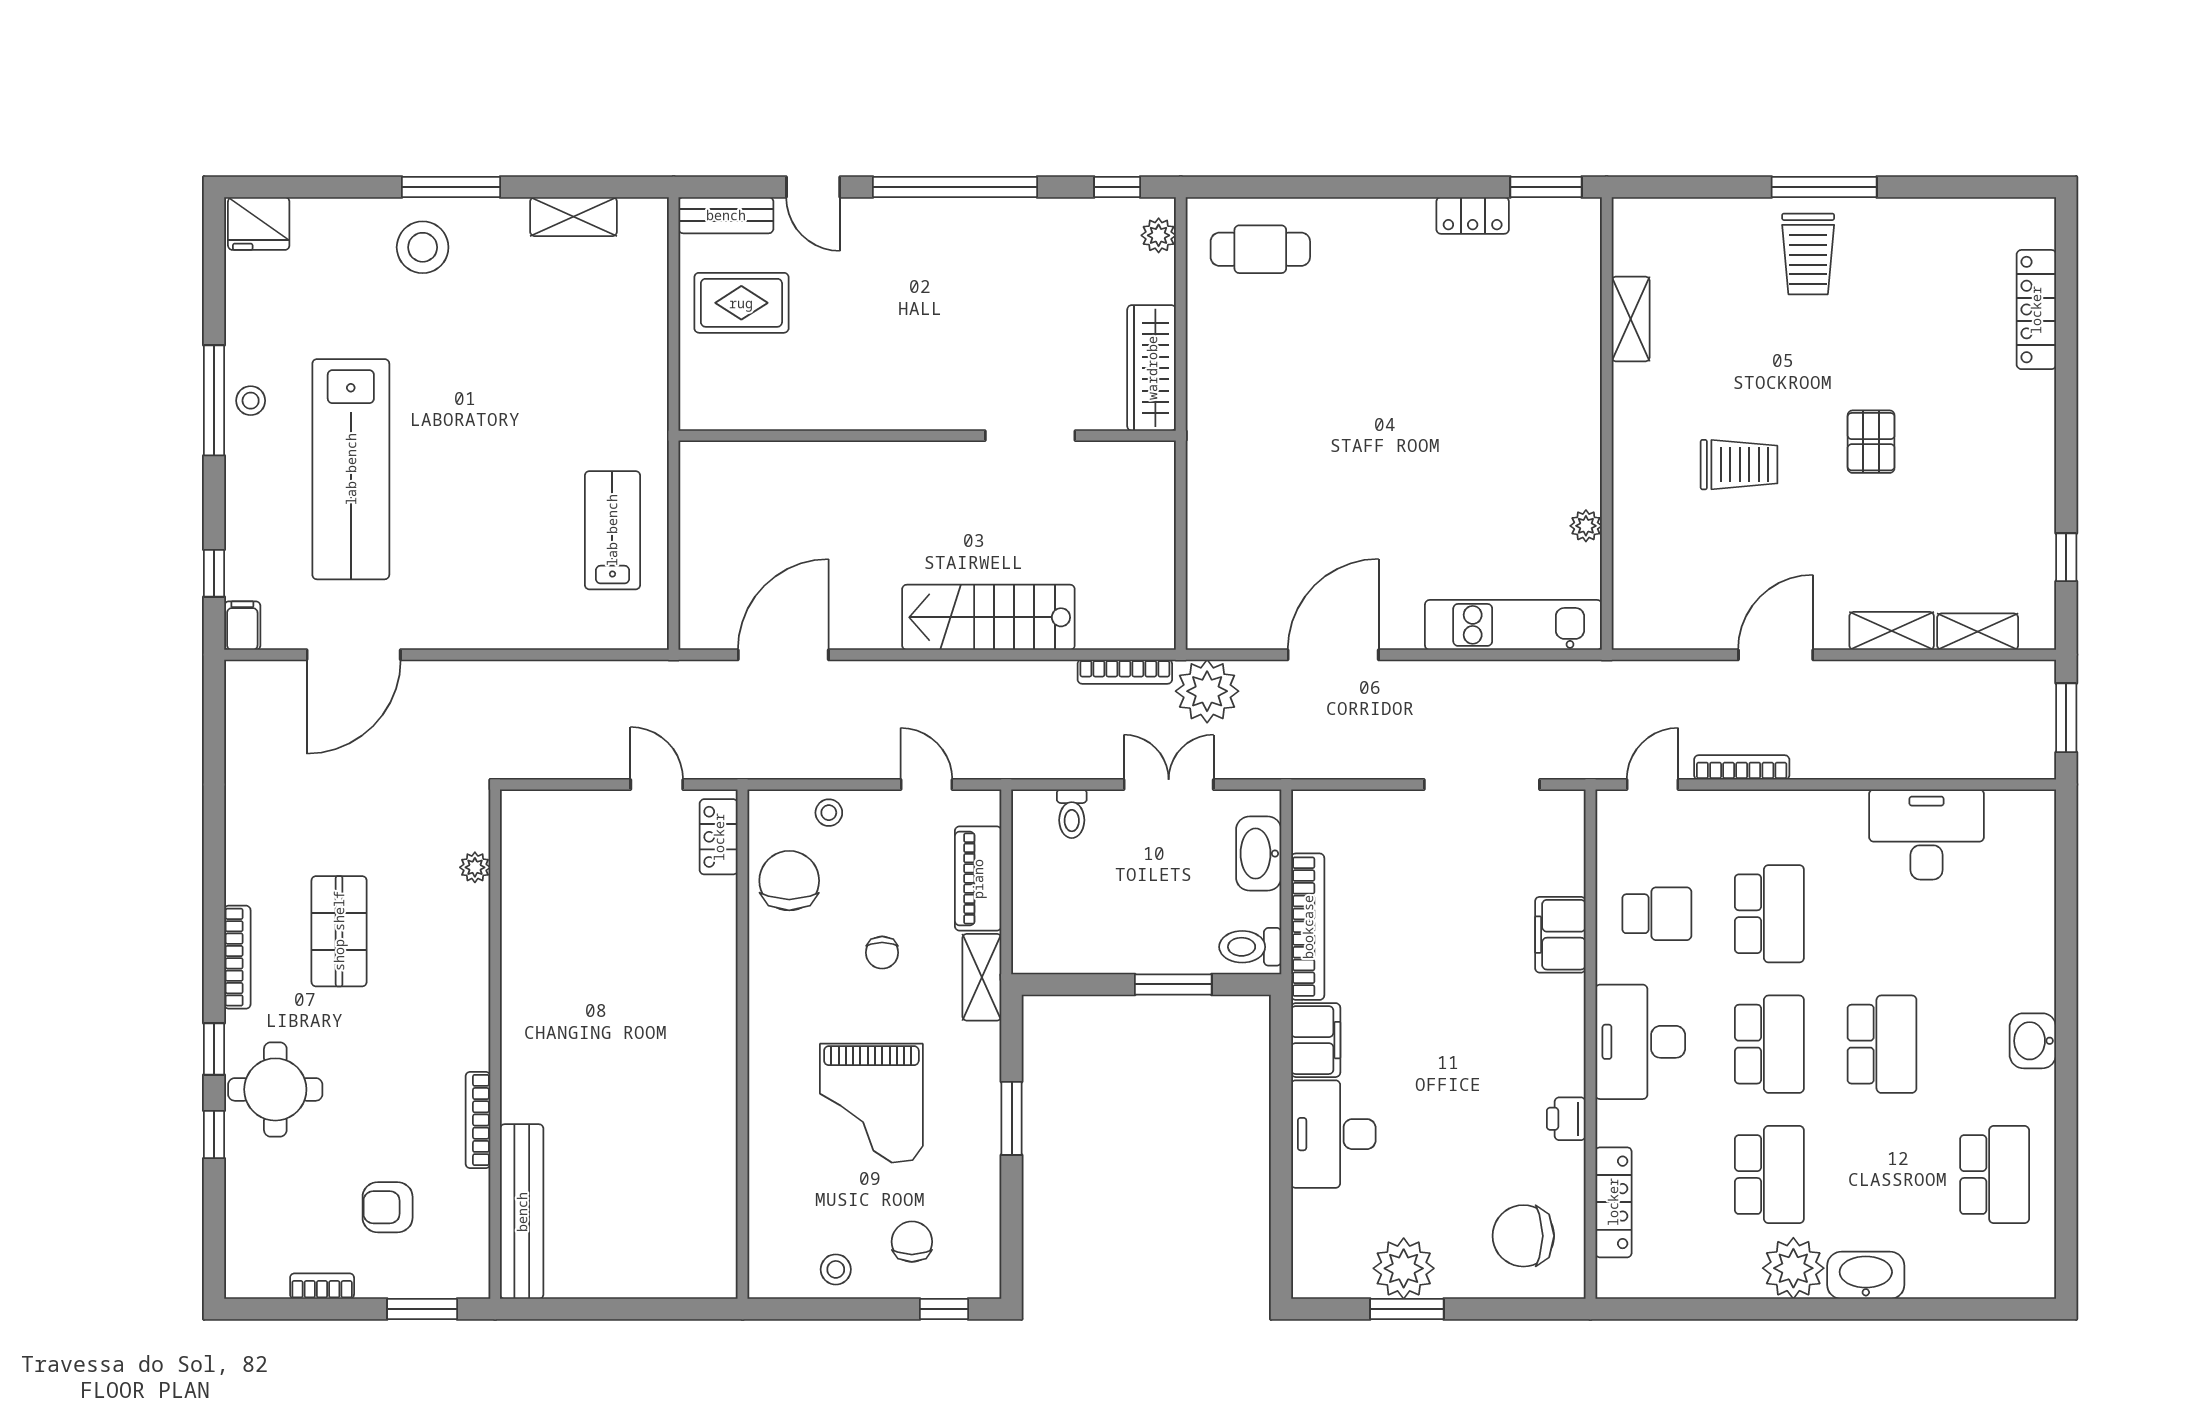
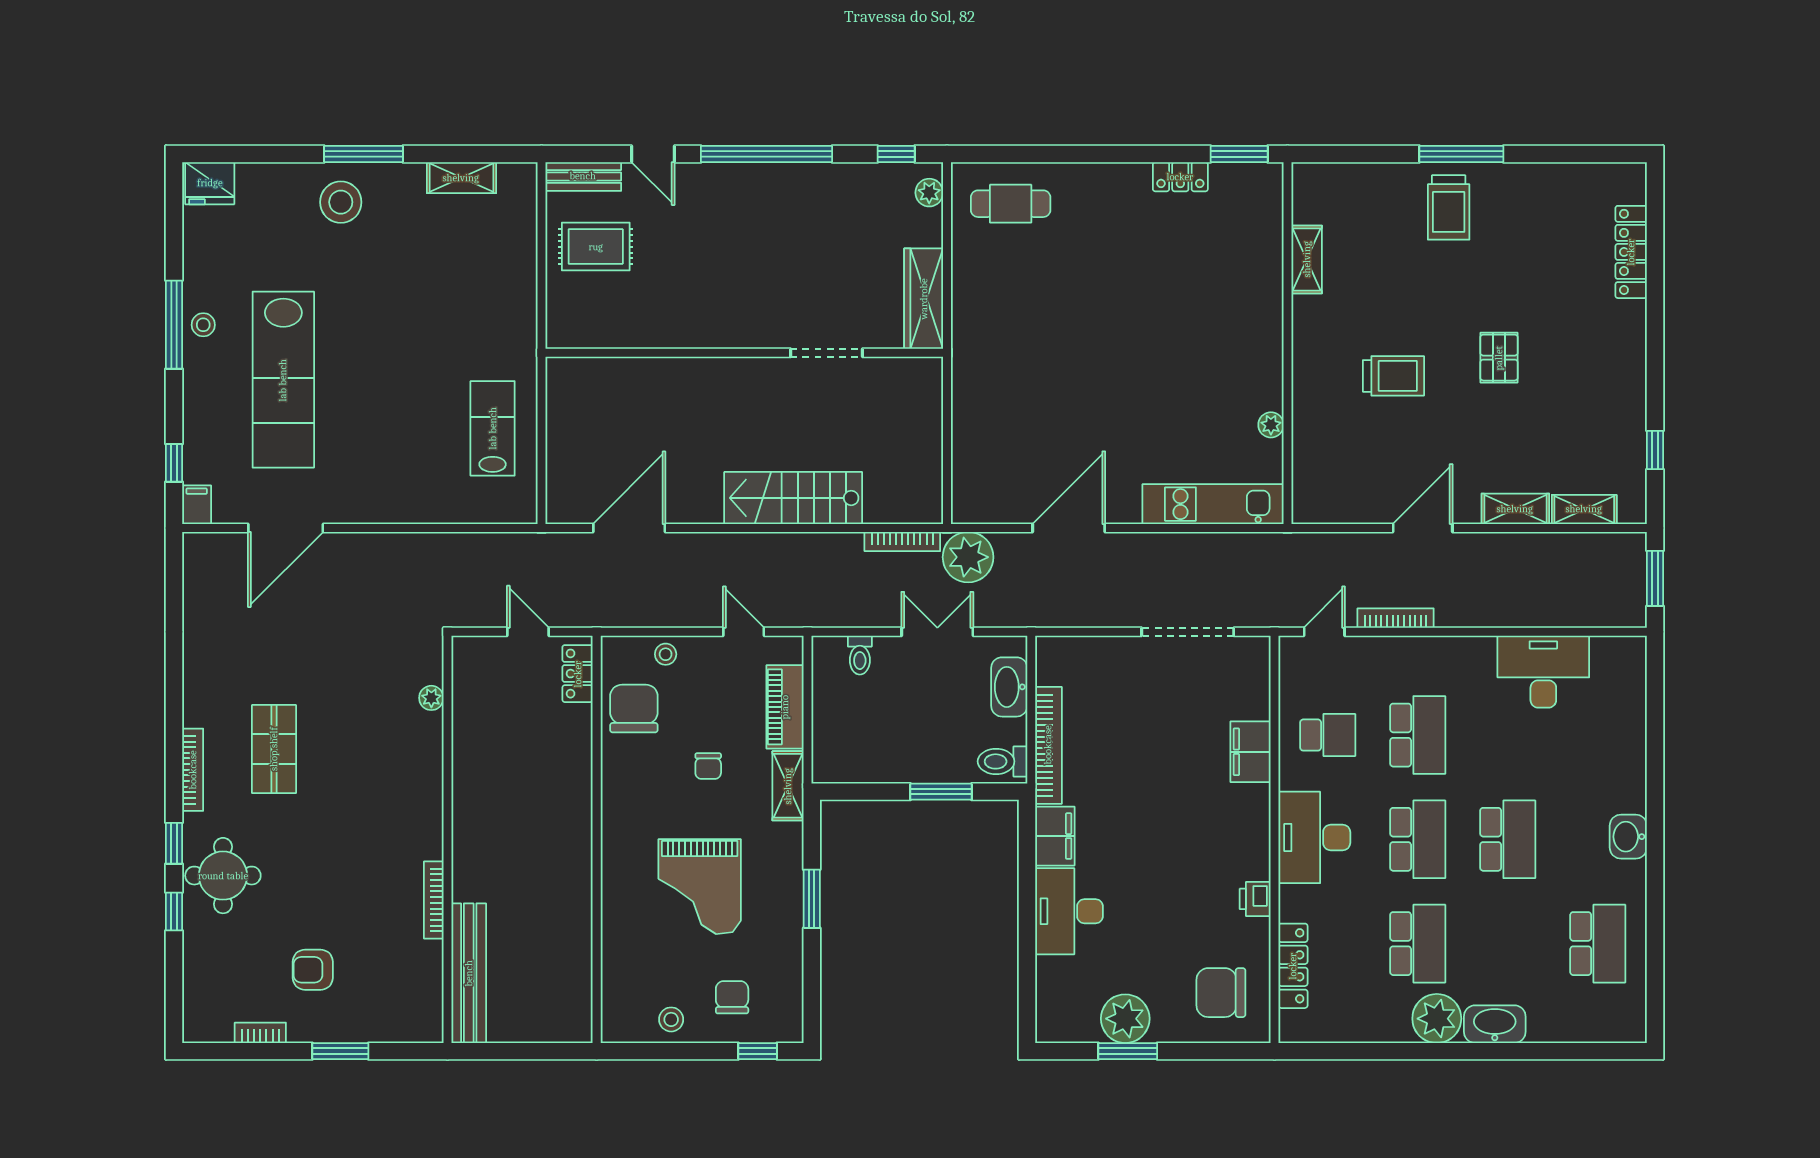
plant: (475, 867) -> (431, 698), moved
wall: (495, 1044) -> (447, 839), moved
bookcase: (478, 1120) -> (434, 900), moved
bench: (522, 1212) -> (469, 973), moved

